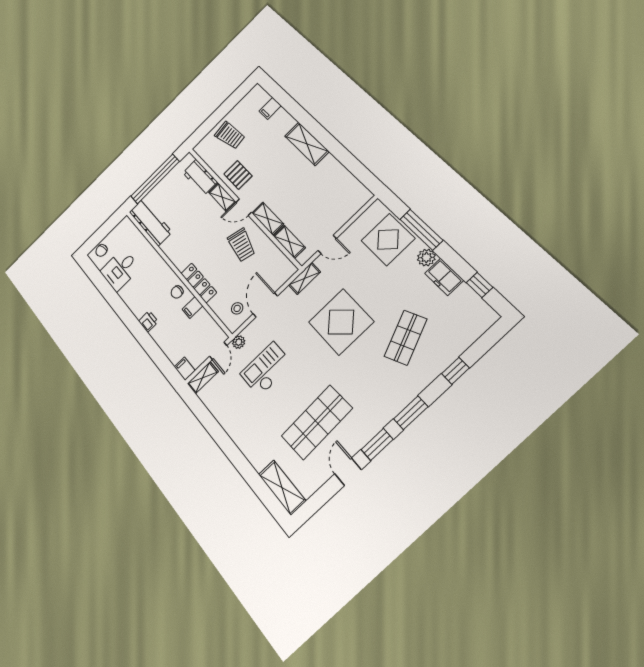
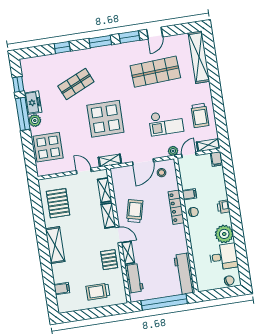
trolley: (230, 135) -> (98, 292), turned -82
pallet: (333, 188) -> (58, 203), added
window: (421, 230) -> (23, 114), moved
plant: (132, 293) -> (224, 234), added
trolley: (232, 406) -> (200, 115), added
shelving: (282, 488) -> (199, 57), width x1.47

